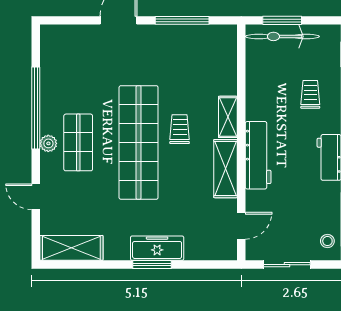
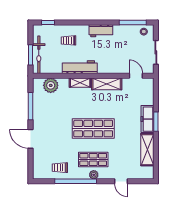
plant: (223, 60) -> (51, 85), added
trolley: (180, 129) -> (60, 168), moved
shop shelf: (139, 142) -> (93, 129), width x0.71
workbench: (258, 155) -> (80, 67), moved
door: (36, 197) -> (121, 181), hinge flipped
shelving: (71, 248) -> (147, 150), moved

